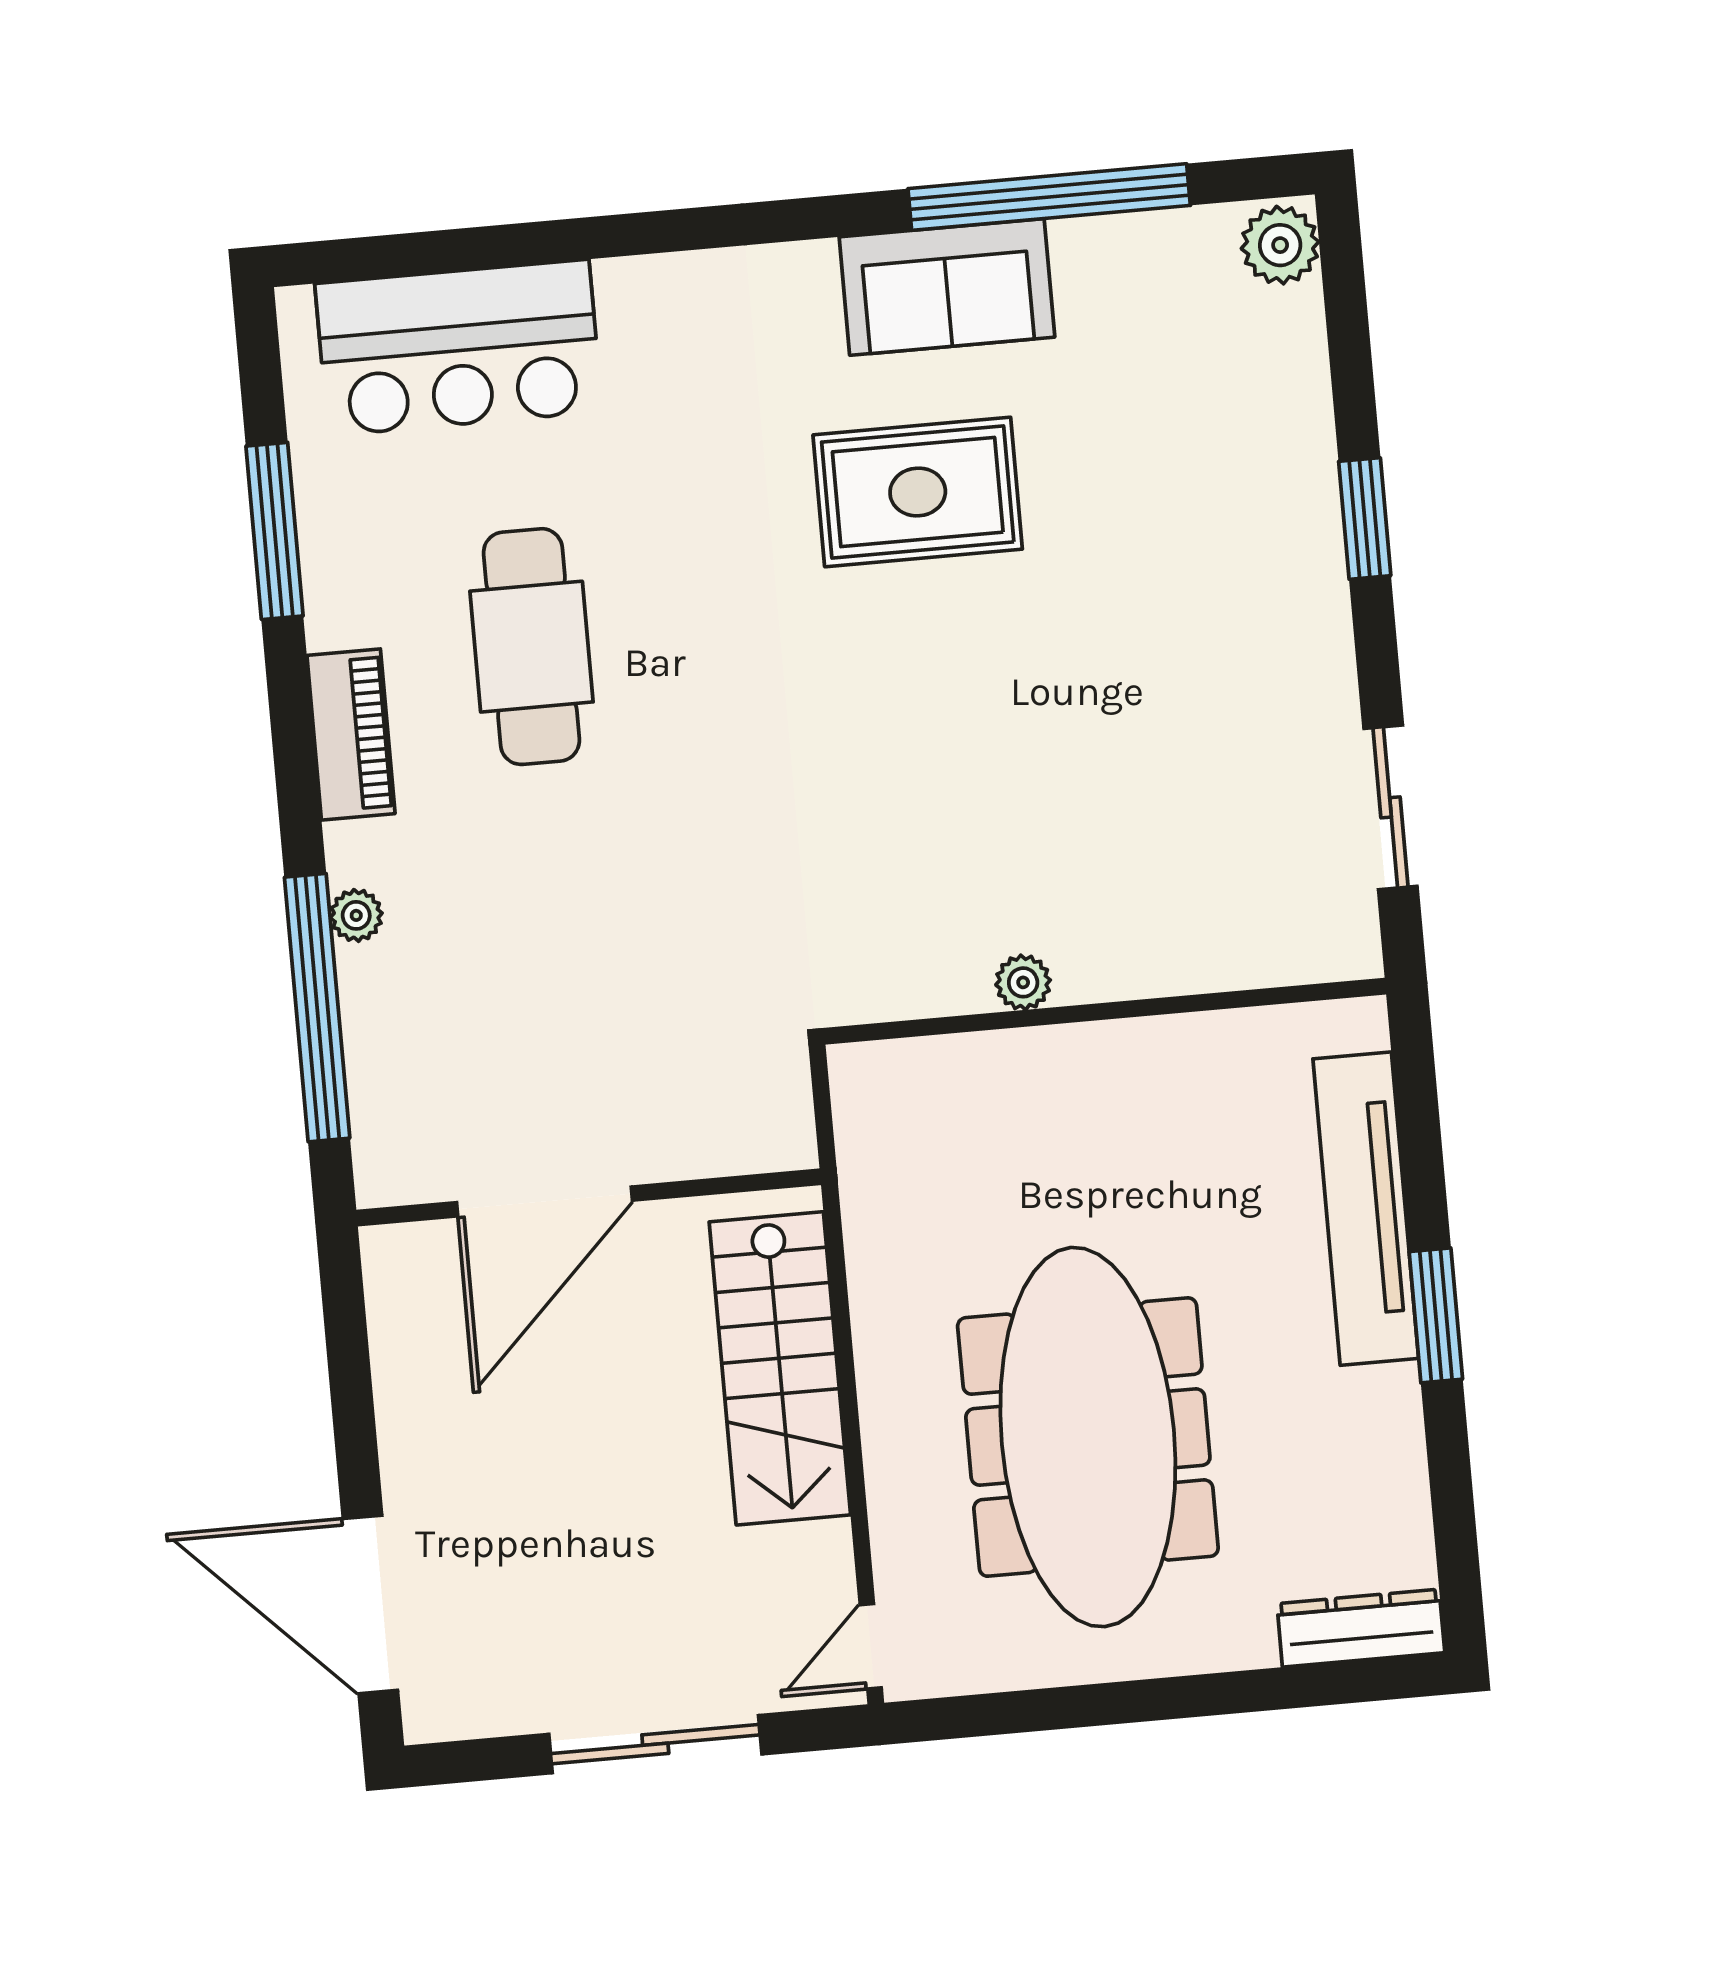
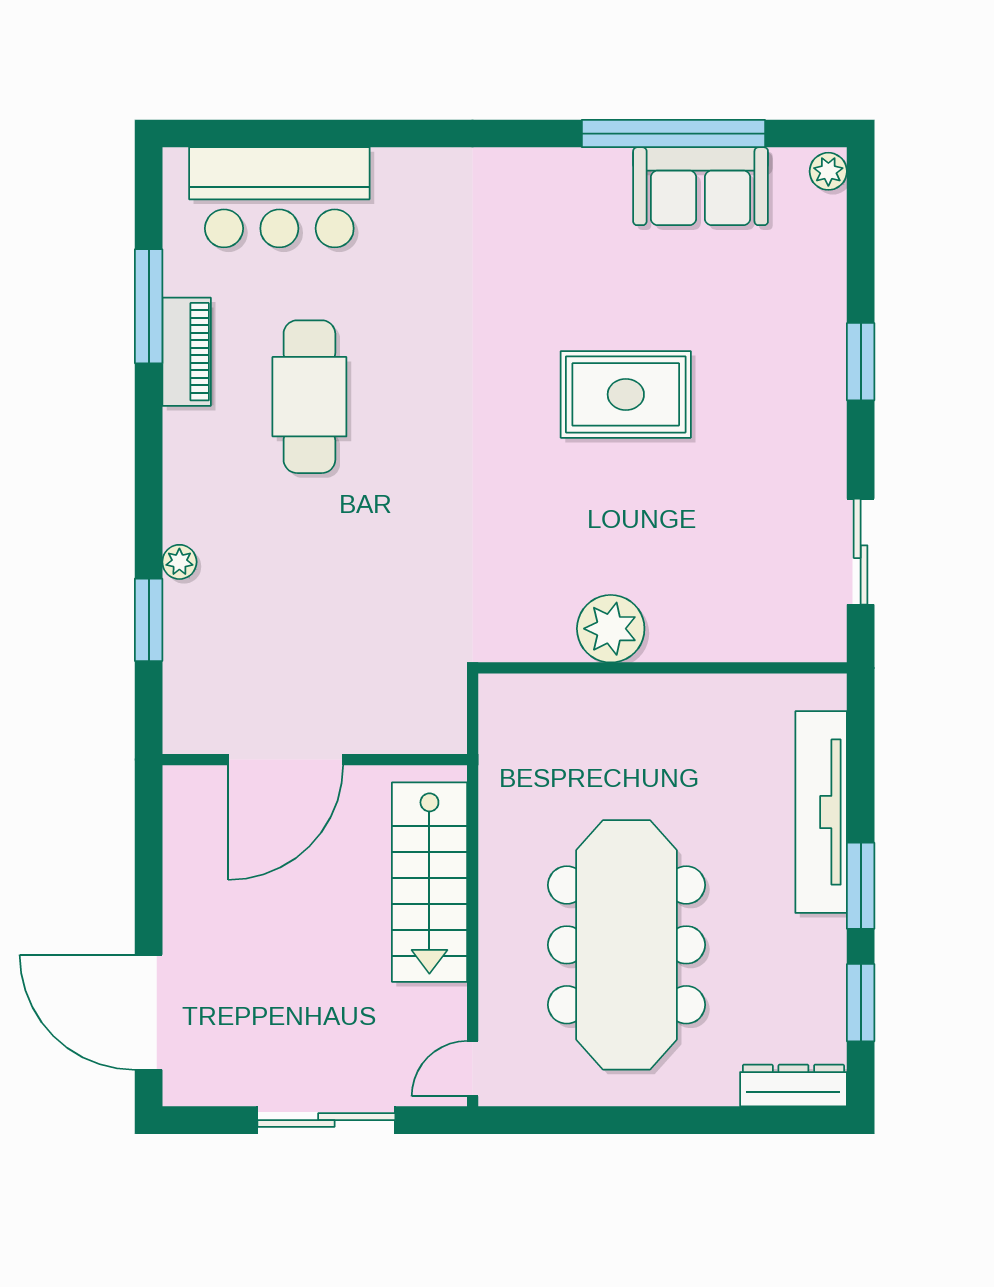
plant: (1280, 245) -> (828, 171), width x0.73, depth x0.73
sofa: (947, 287) -> (701, 186), moved
rug: (918, 492) -> (626, 394), moved
piano: (351, 734) -> (187, 352), moved
plant: (1023, 982) -> (611, 629), width x1.88, depth x1.88
window: (317, 1008) -> (149, 620), width x0.47
window: (1452, 1493) -> (861, 1003), added

